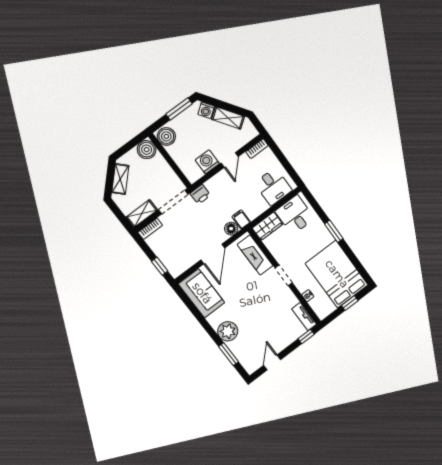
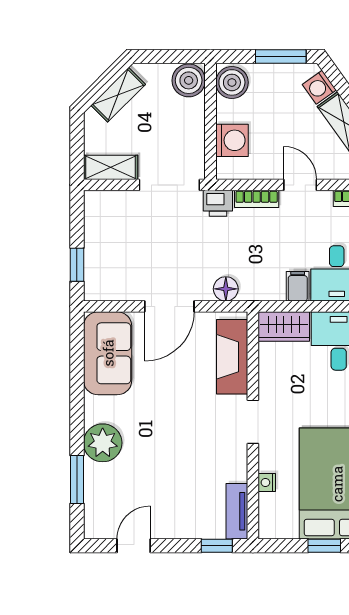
door: (230, 160) -> (300, 185), swing flipped
washing machine: (207, 162) -> (232, 140), moved, turned 90
filing cabinet: (241, 219) -> (298, 286), moved
bookcase: (150, 229) -> (257, 199), moved

